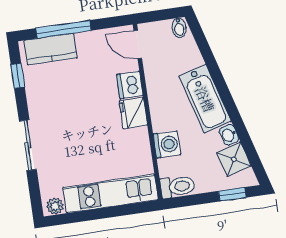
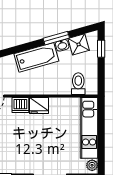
window: (239, 124) -> (56, 38), added
washing machine: (167, 144) -> (62, 87), removed
toilet: (178, 187) -> (78, 84), moved

